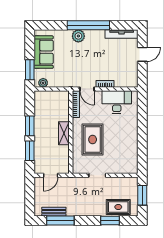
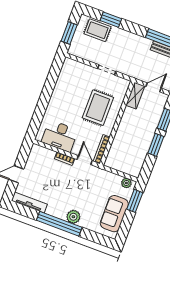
shelving: (64, 133) -> (135, 96), moved

